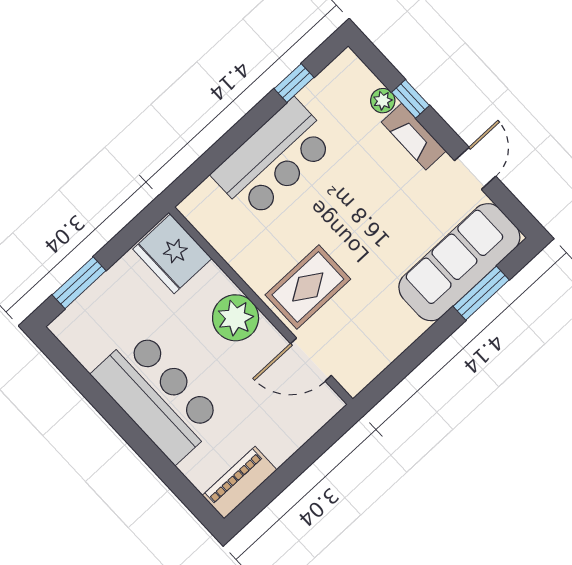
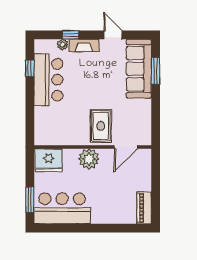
bar counter: (274, 159) -> (48, 80), moved
bar counter: (158, 396) -> (62, 208), moved

